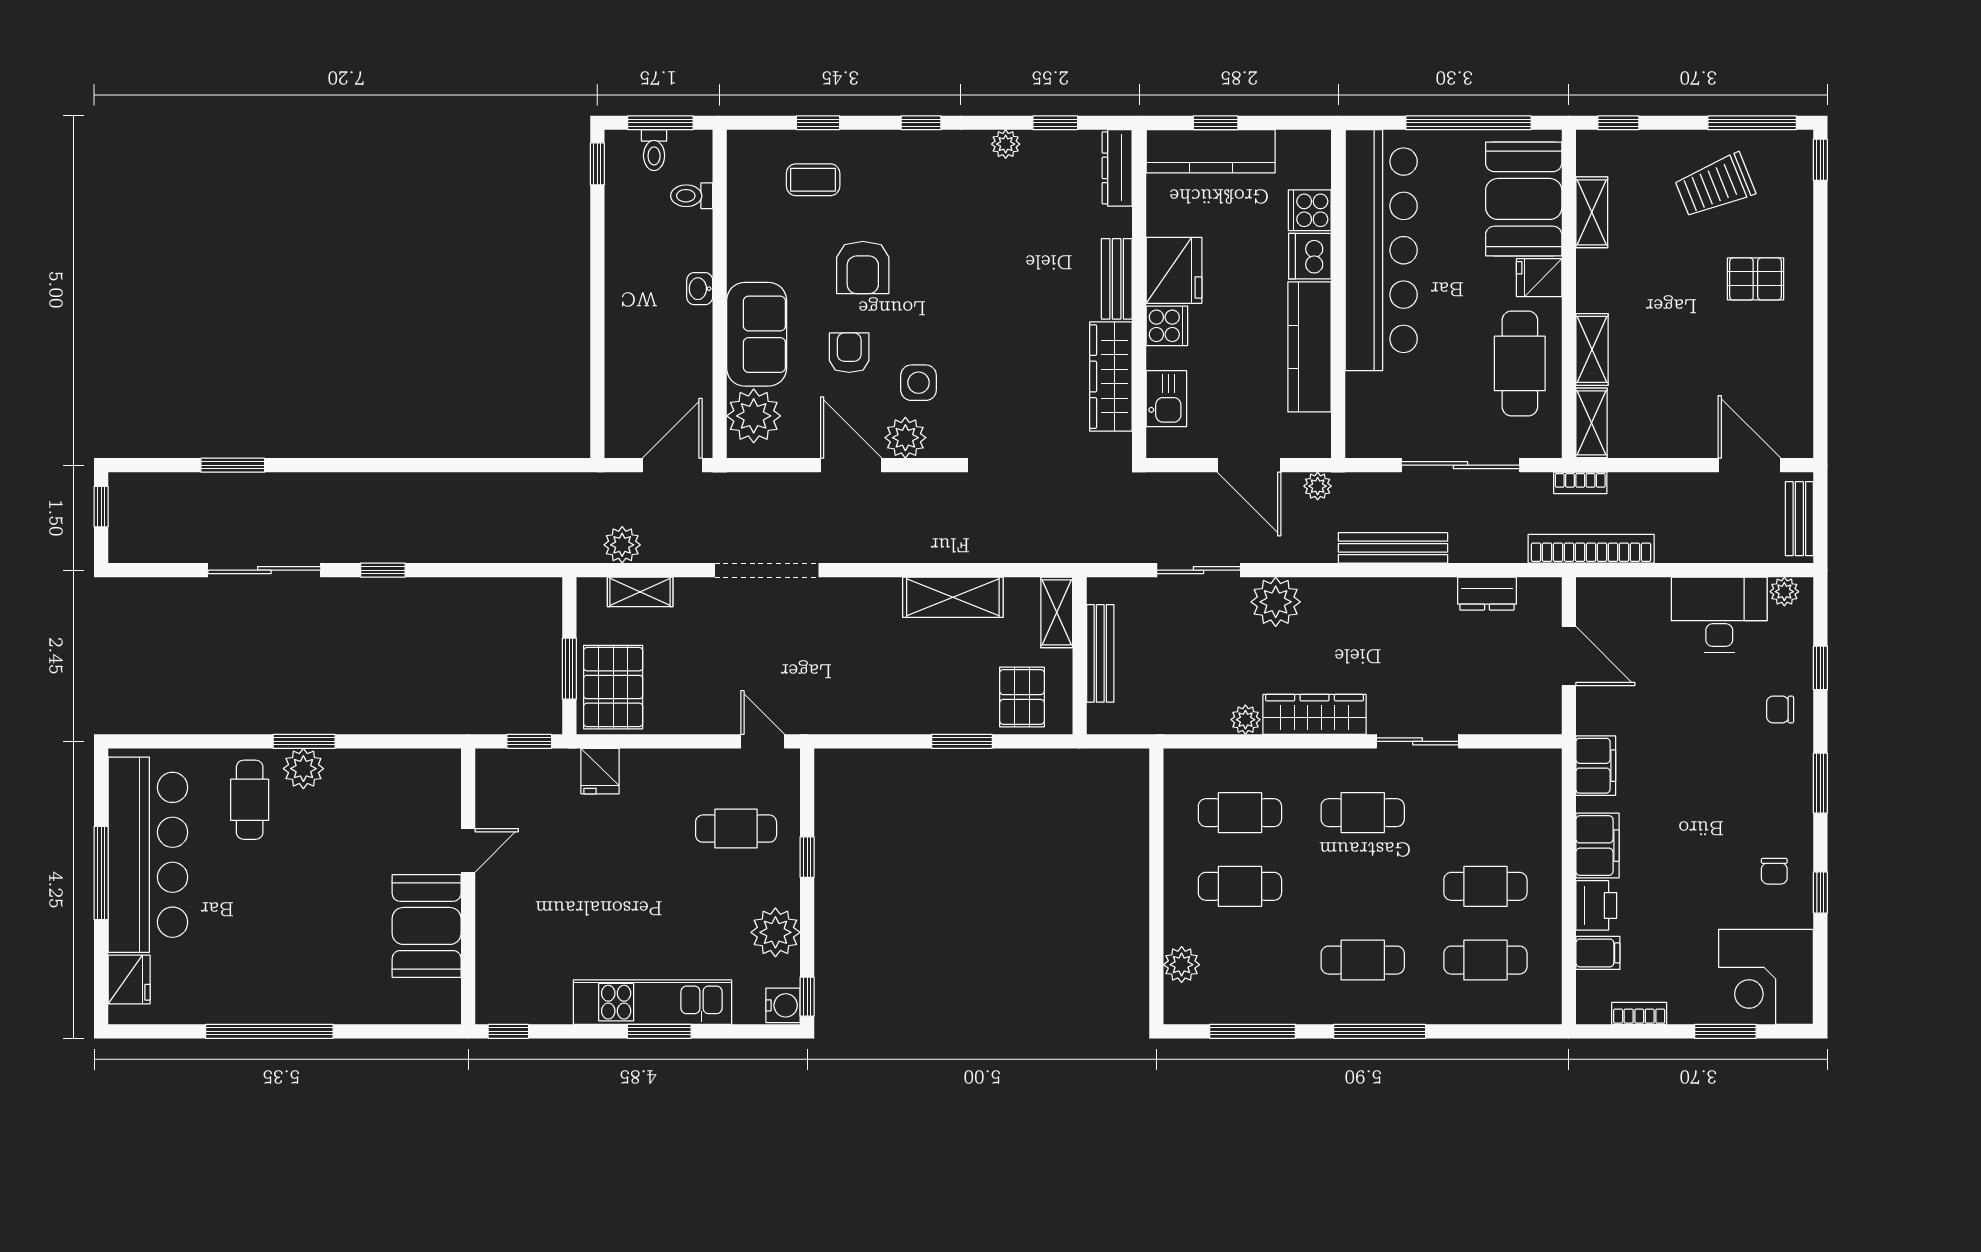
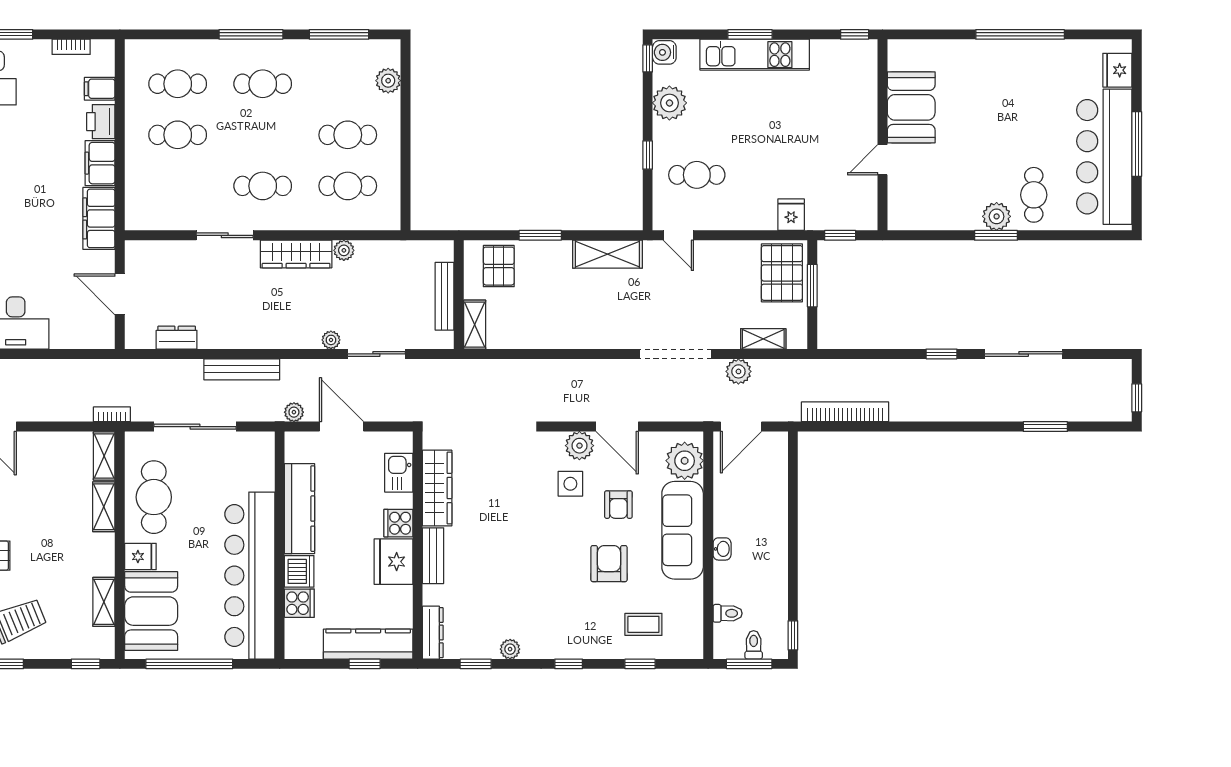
sofa: (757, 334) -> (683, 530), width x1.36
plant: (622, 545) -> (738, 371), moved
bookcase: (1591, 549) -> (845, 412), moved, turned 180
shelving: (953, 597) -> (607, 254), moved
plant: (1276, 602) -> (331, 340), width x0.53, depth x0.53
filing cabinet: (1596, 766) -> (99, 218), width x1.50, depth x1.17

